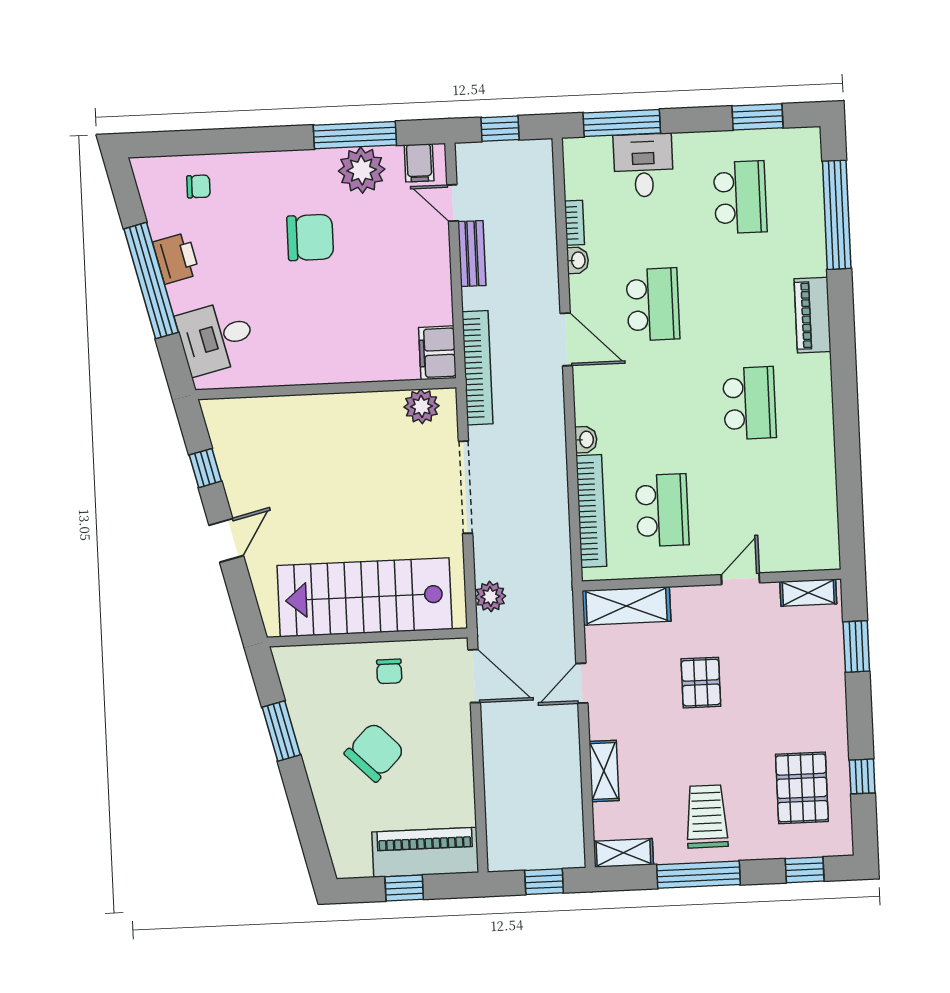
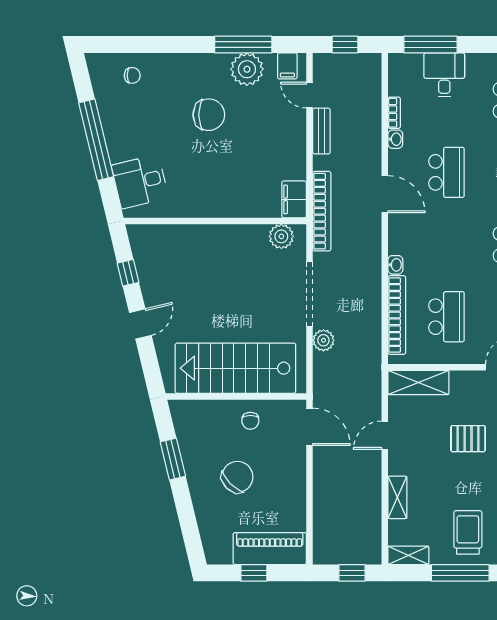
printer: (176, 258) -> (114, 125), removed
plant: (490, 597) -> (323, 340), moved
pallet: (701, 683) -> (468, 439), turned 90

